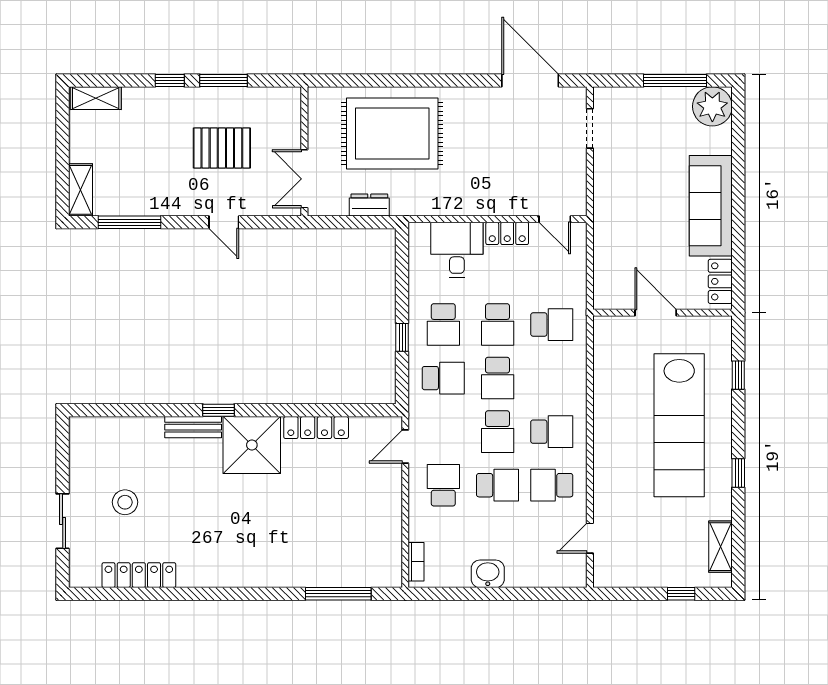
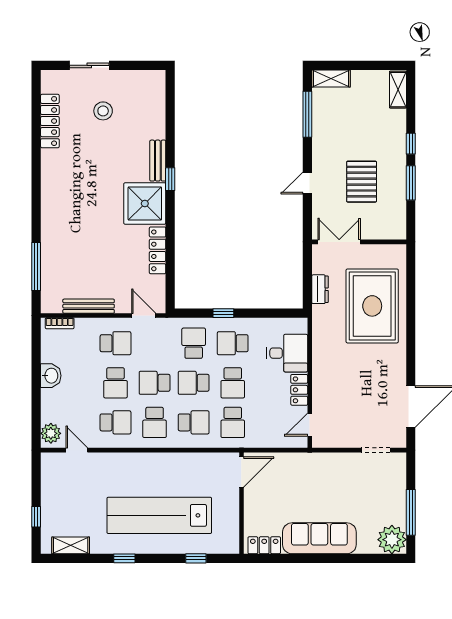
door: (656, 313) -> (241, 472), moved
school desk: (498, 325) -> (233, 383), turned -90
school desk: (443, 378) -> (194, 343), turned 180
school desk: (552, 378) -> (194, 422), added
school desk: (552, 485) -> (115, 422), turned 90
bench: (392, 522) -> (89, 306), added
plant: (567, 574) -> (51, 433), added

